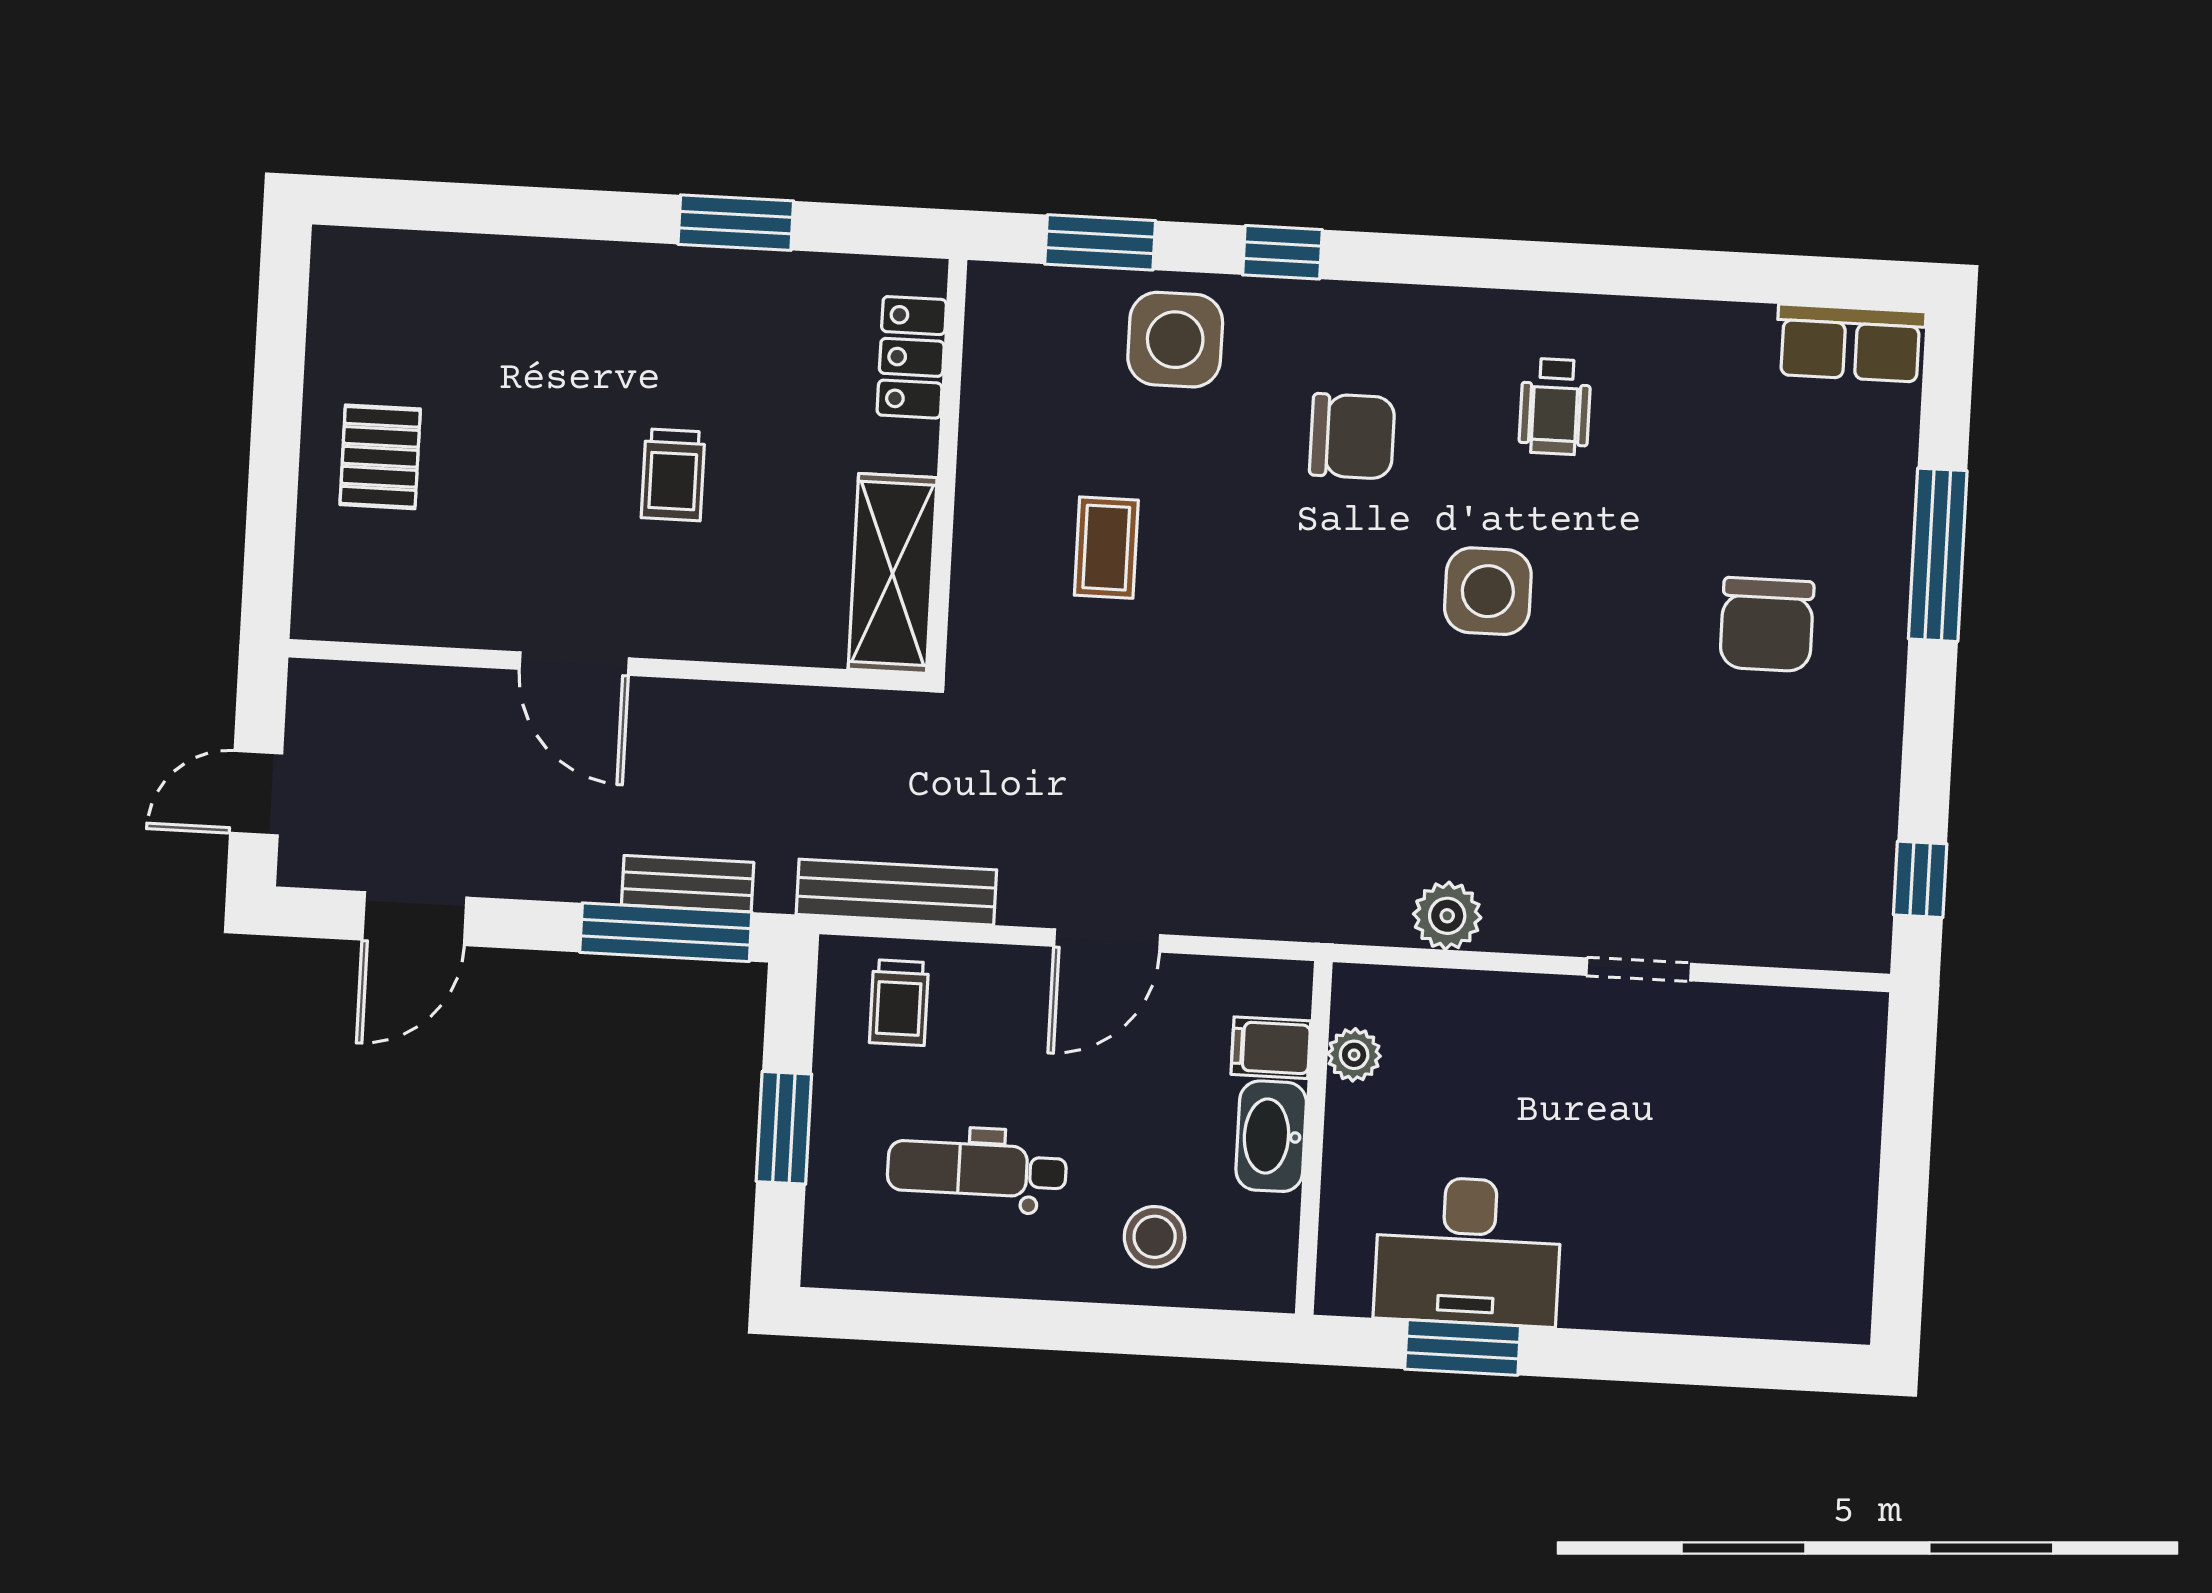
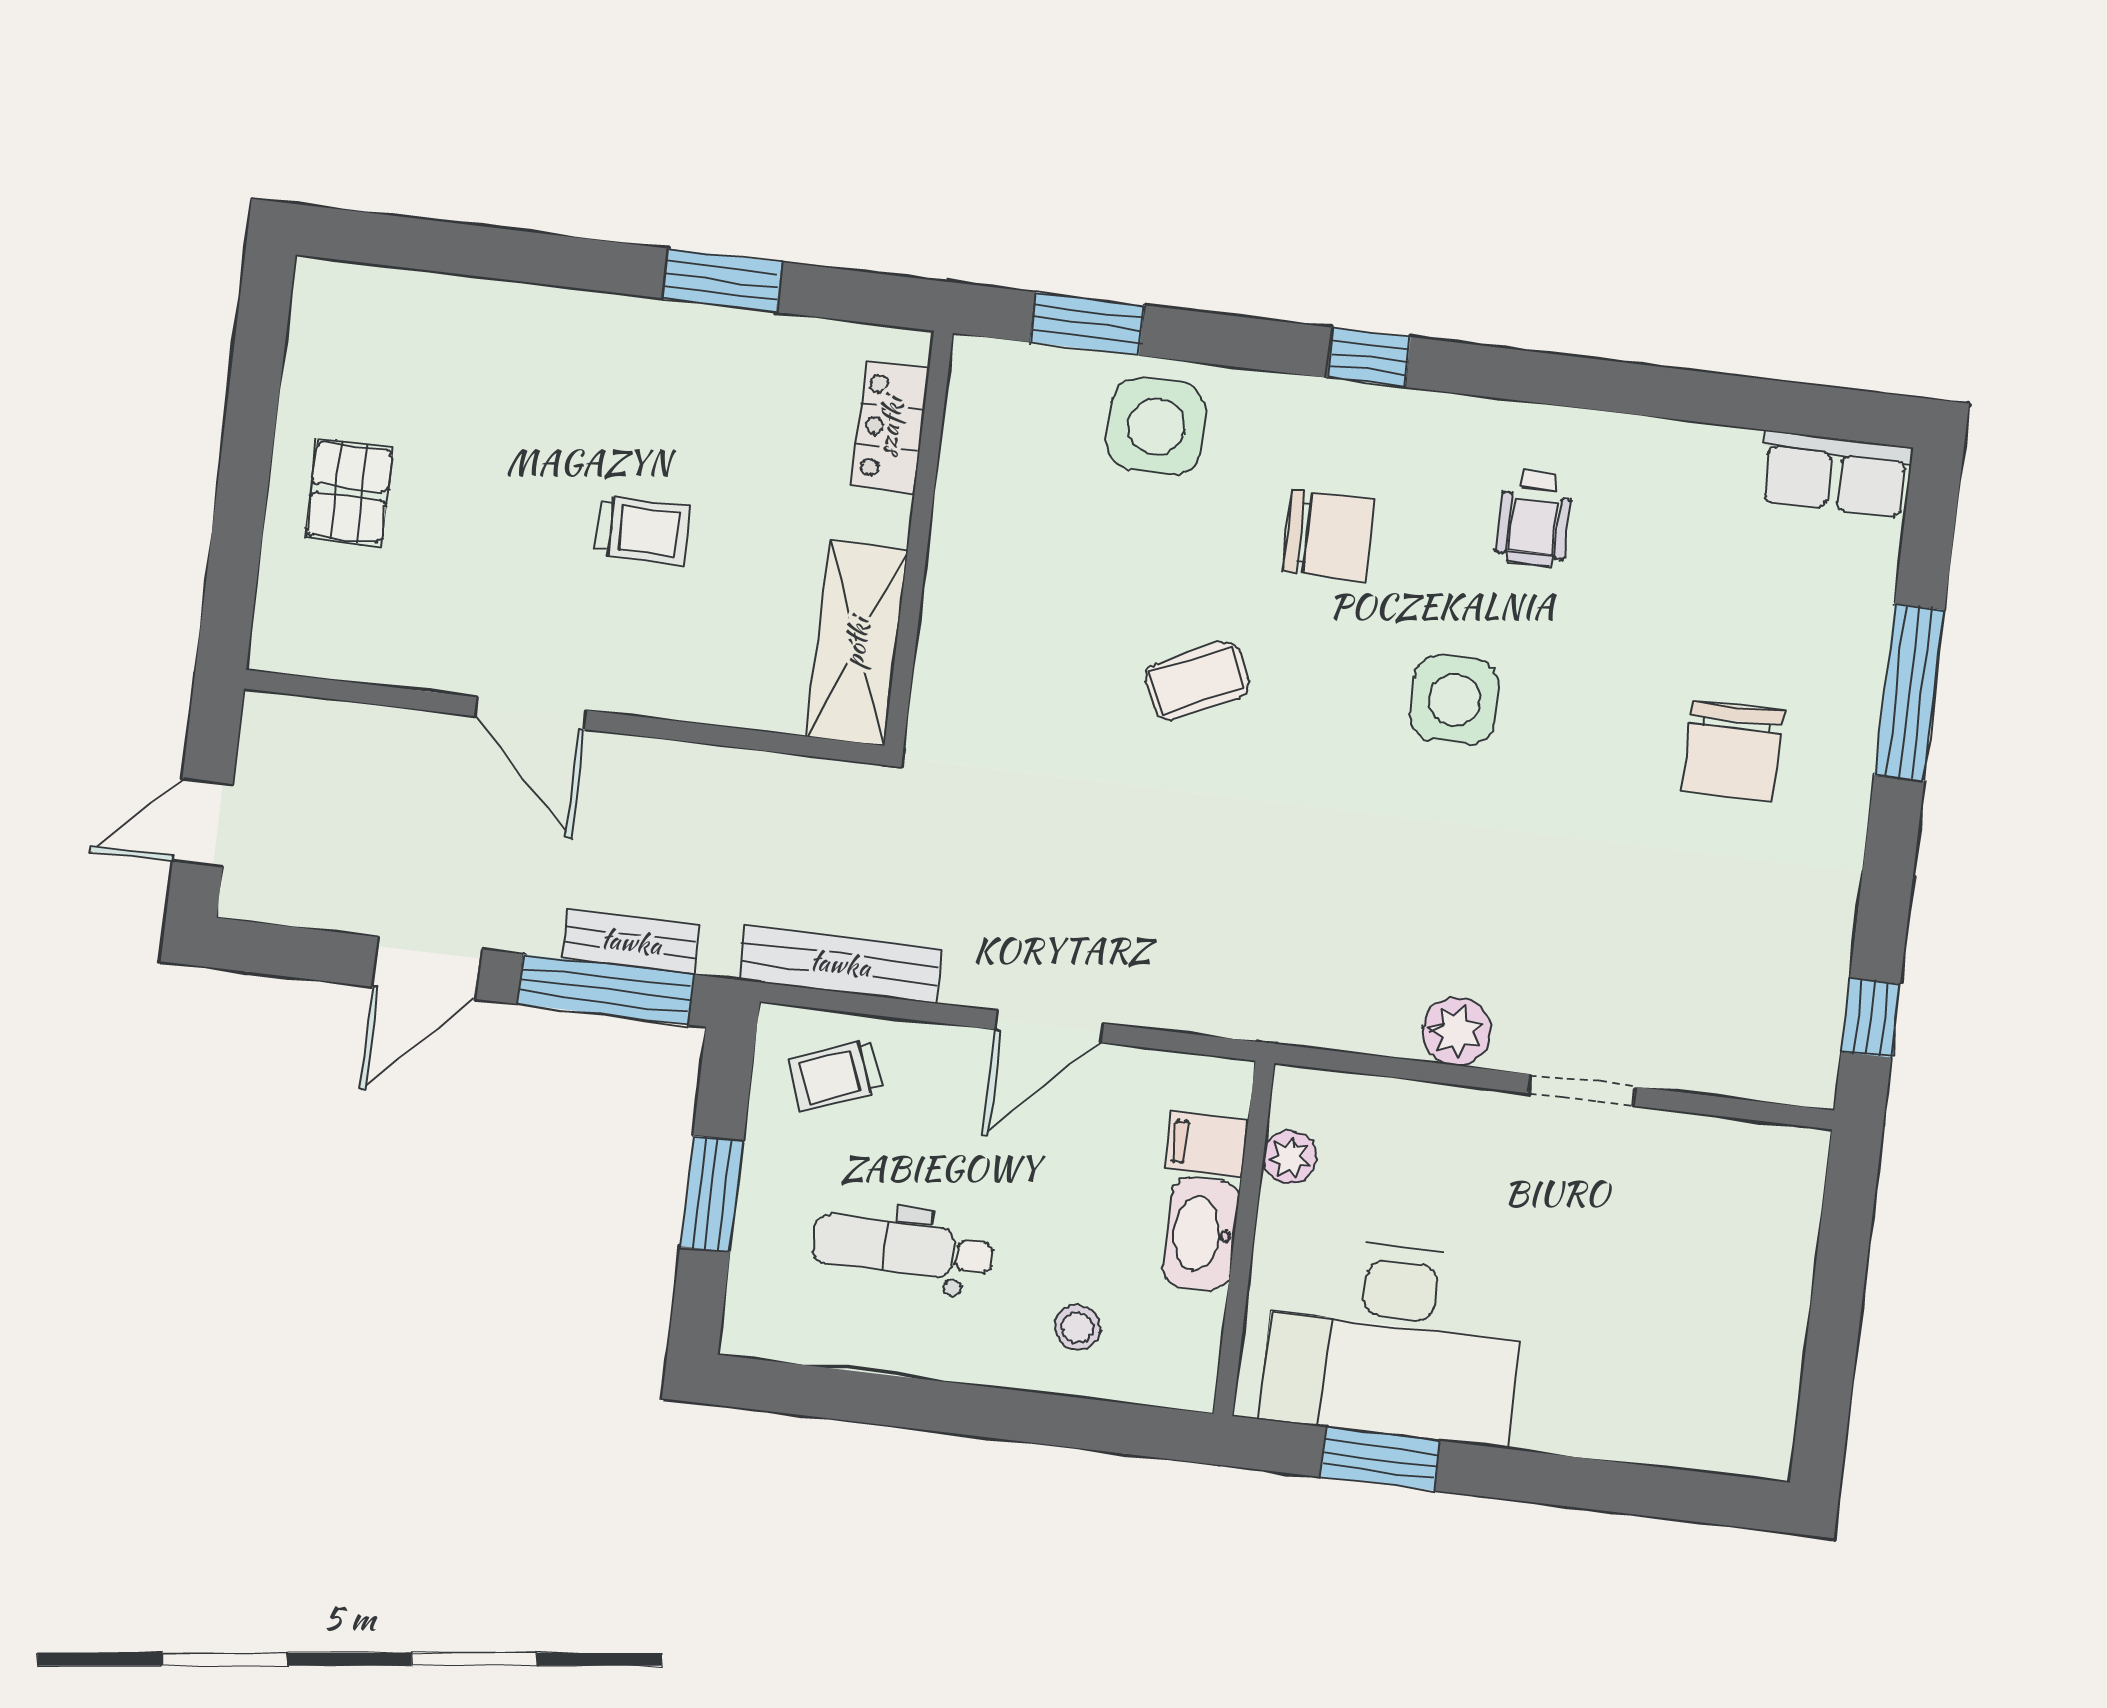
window: (1282, 252) -> (1369, 357), moved
trolley: (673, 475) -> (643, 530), turned -90
coffee table: (1106, 548) -> (1197, 681), moved, turned 65
plant: (1447, 916) -> (1456, 1031), moved
door: (414, 919) -> (427, 968), moved
trolley: (899, 1003) -> (835, 1075), turned 69
stool: (1155, 1237) -> (1077, 1327), width x0.73, depth x0.73
desk: (1468, 1251) -> (1394, 1341), width x1.36, depth x1.30

